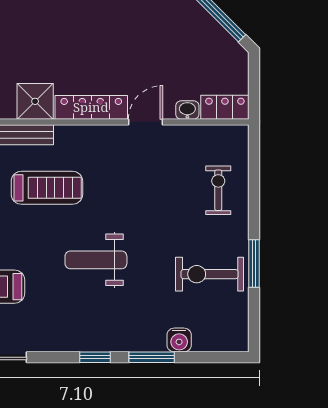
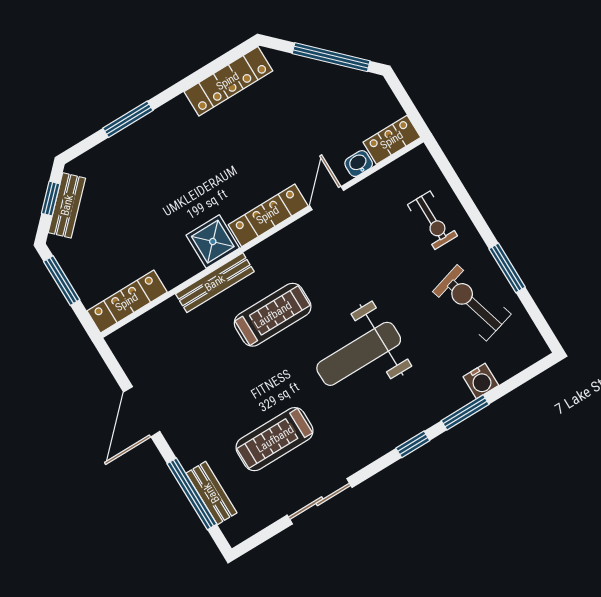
exercise bike: (218, 190) -> (432, 220), turned 180
weight bench: (96, 260) -> (359, 354), width x1.36, depth x1.33
exercise bike: (210, 274) -> (472, 303), turned 74

